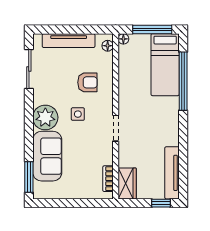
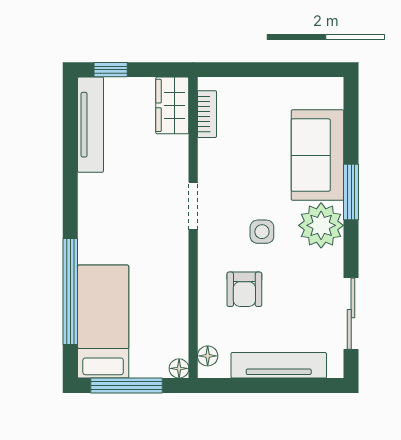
armchair: (87, 82) -> (244, 289), turned -90
window: (29, 177) -> (351, 192), moved

